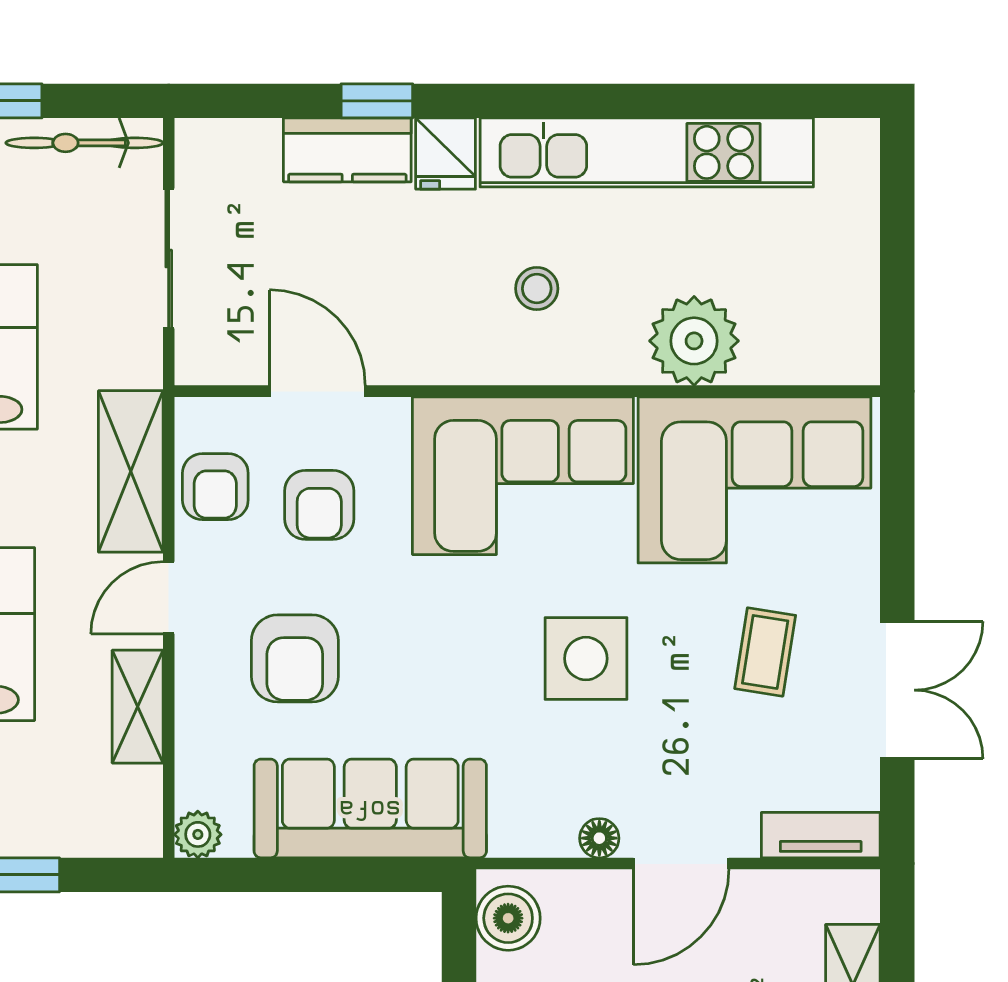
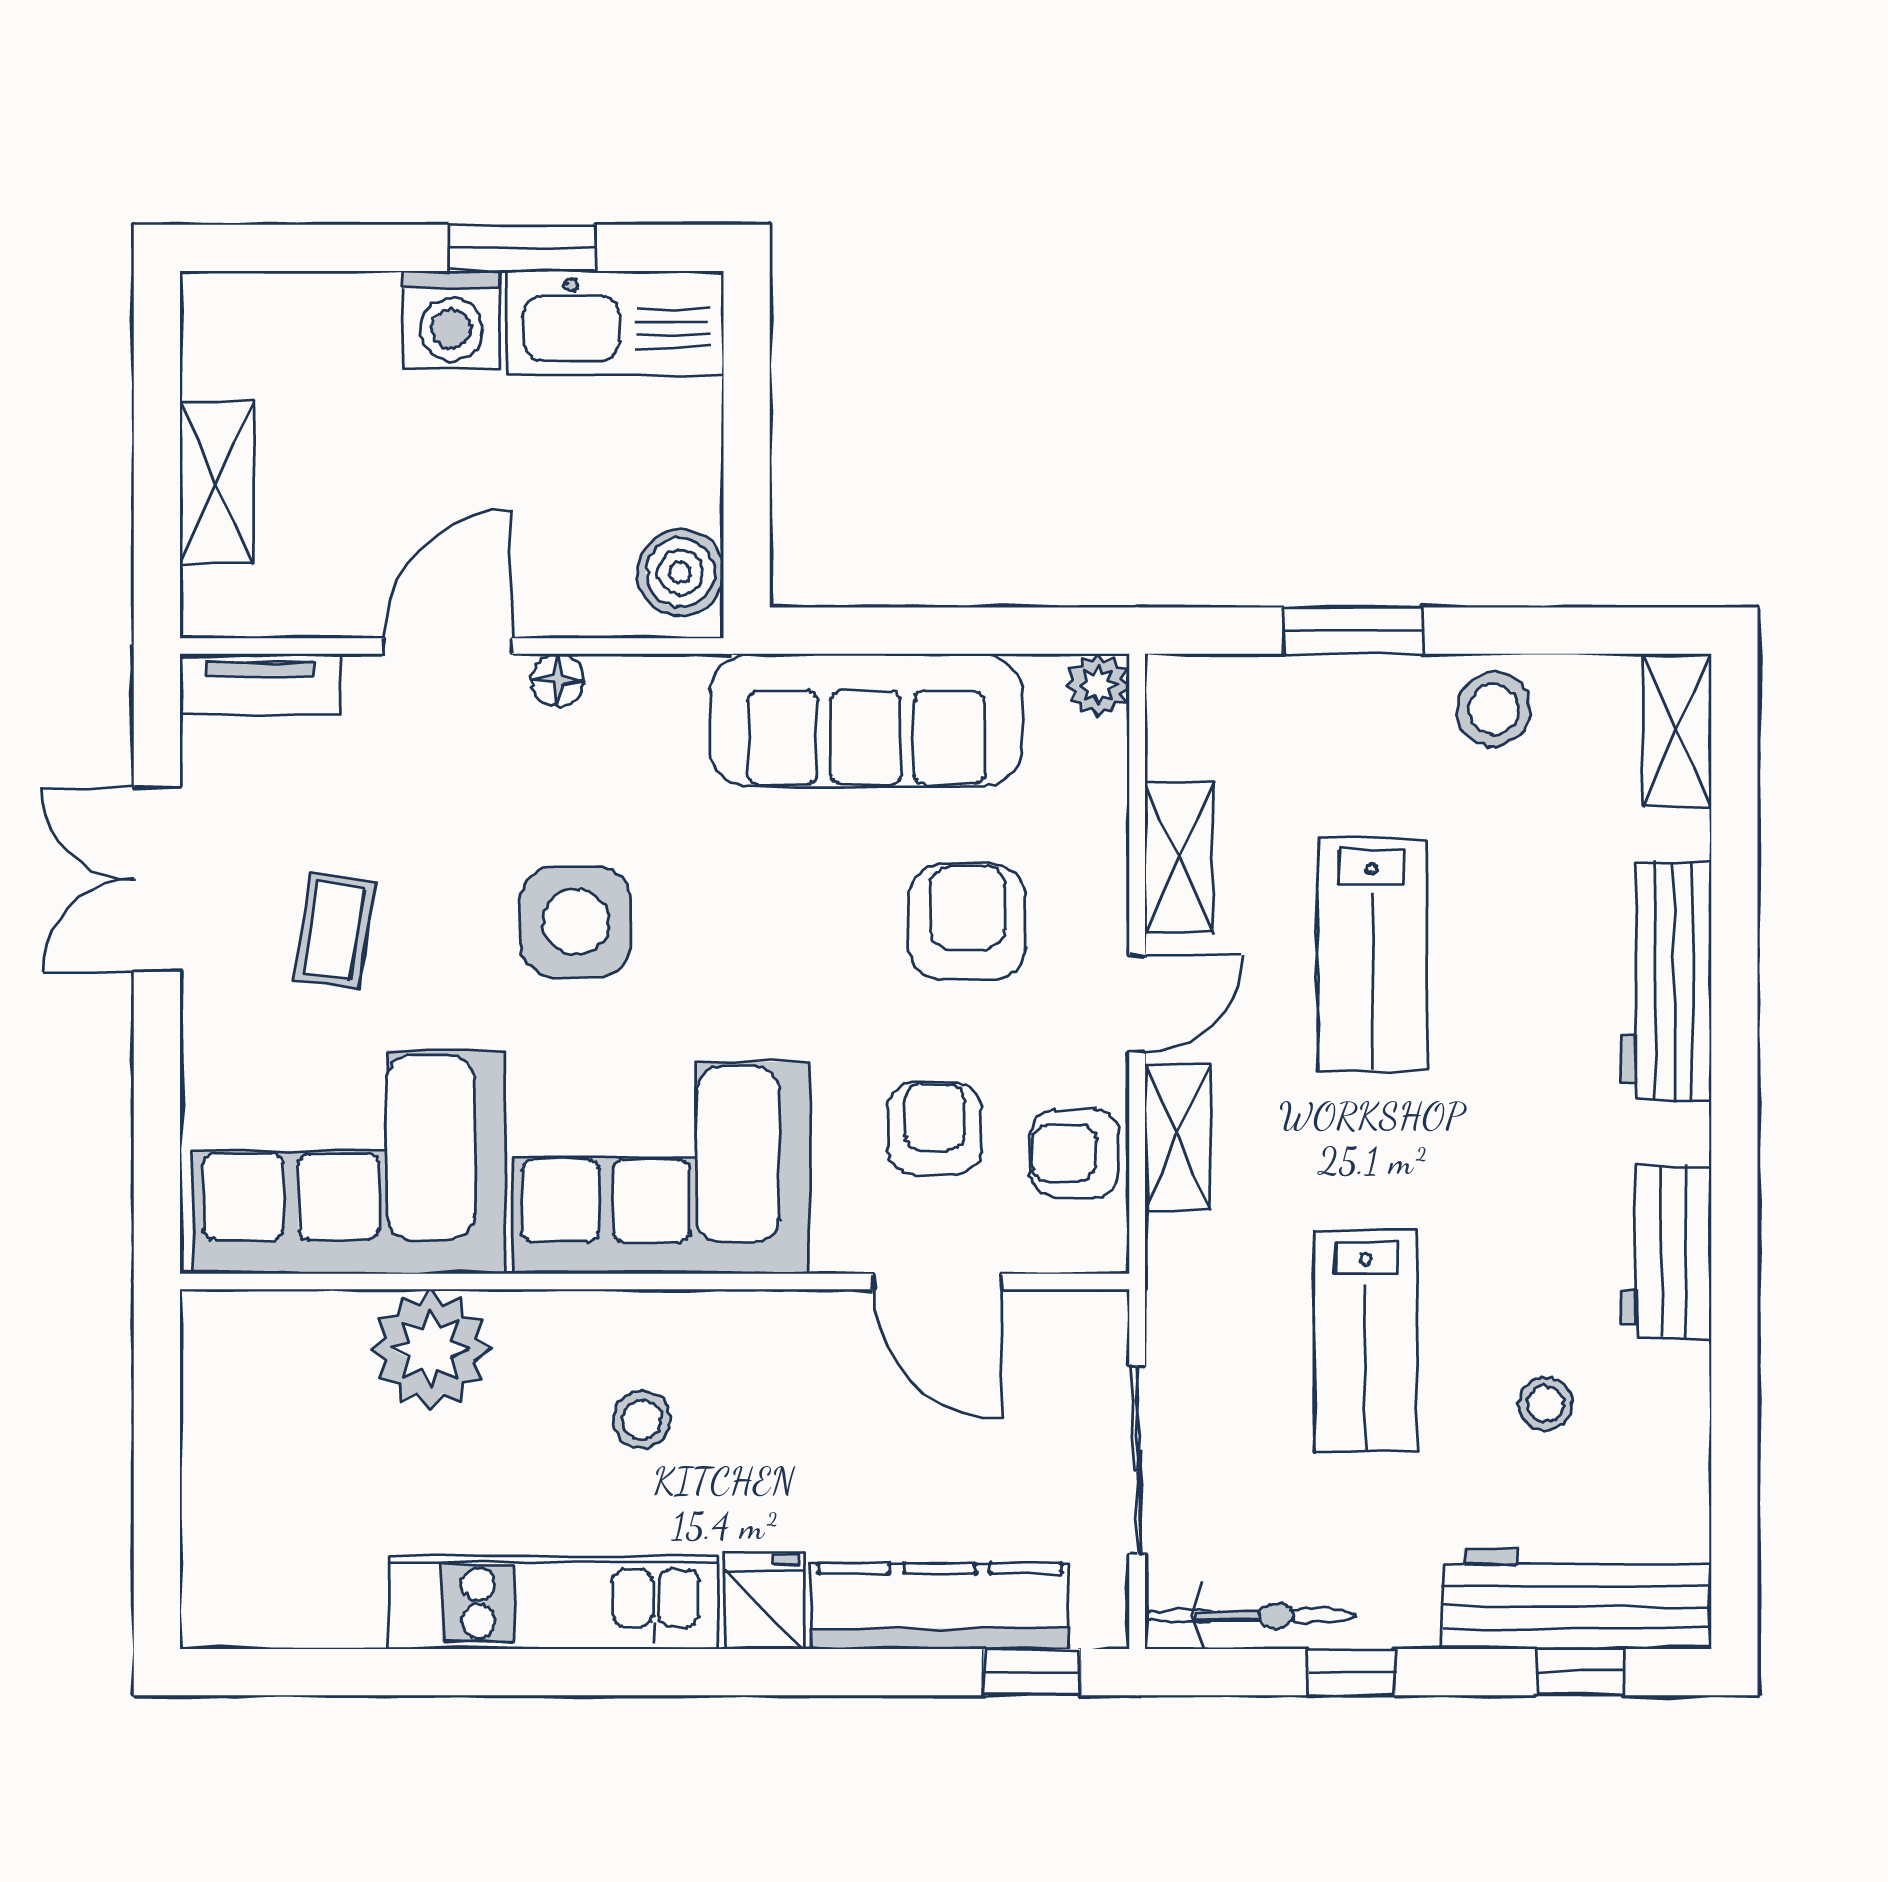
window: (377, 101) -> (1032, 1672), moved
kitchen counter: (347, 150) -> (940, 1606), width x1.50
kitchen unit: (647, 152) -> (554, 1603), width x0.73
shelving: (131, 471) -> (1177, 1137), width x0.67, depth x0.75
armchair: (215, 487) -> (1074, 1153), turned -90

